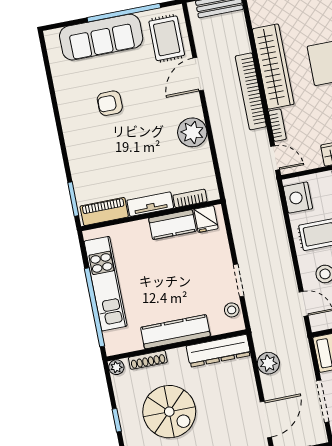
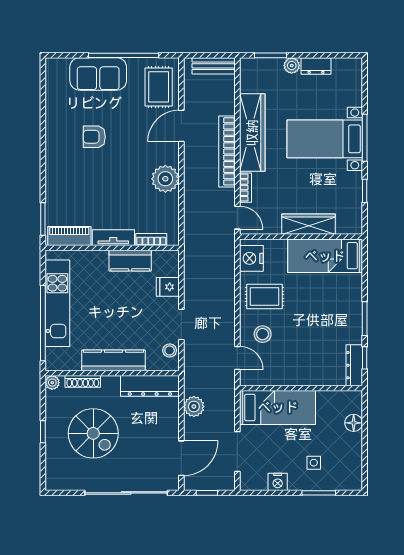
sofa: (101, 37) -> (98, 74), width x0.73
fridge: (206, 219) -> (168, 287), moved, turned 90

